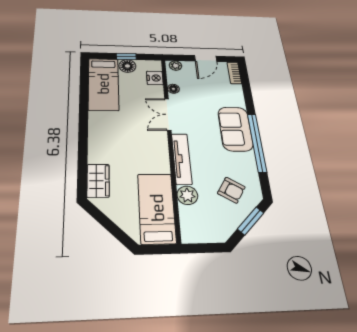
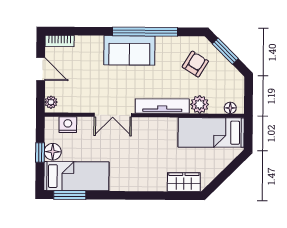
window: (84, 78) -> (70, 195), added
floor lamp: (173, 89) -> (230, 108), moved

